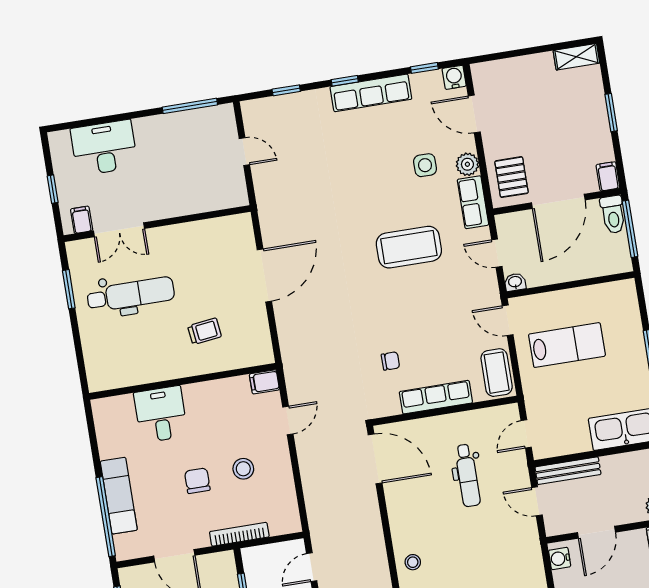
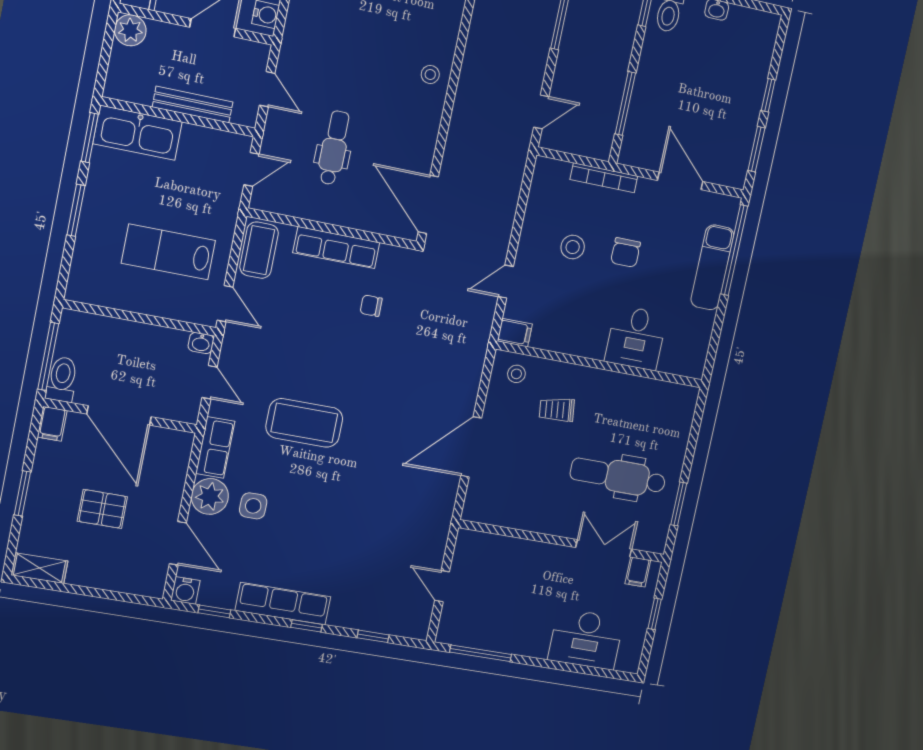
plant: (467, 164) -> (210, 497), width x1.36, depth x1.36
pallet: (511, 177) -> (102, 509), moved, turned 90
door: (558, 201) -> (119, 415), swing flipped
stool: (250, 349) -> (516, 374), added
bench: (568, 471) -> (193, 105), moved

